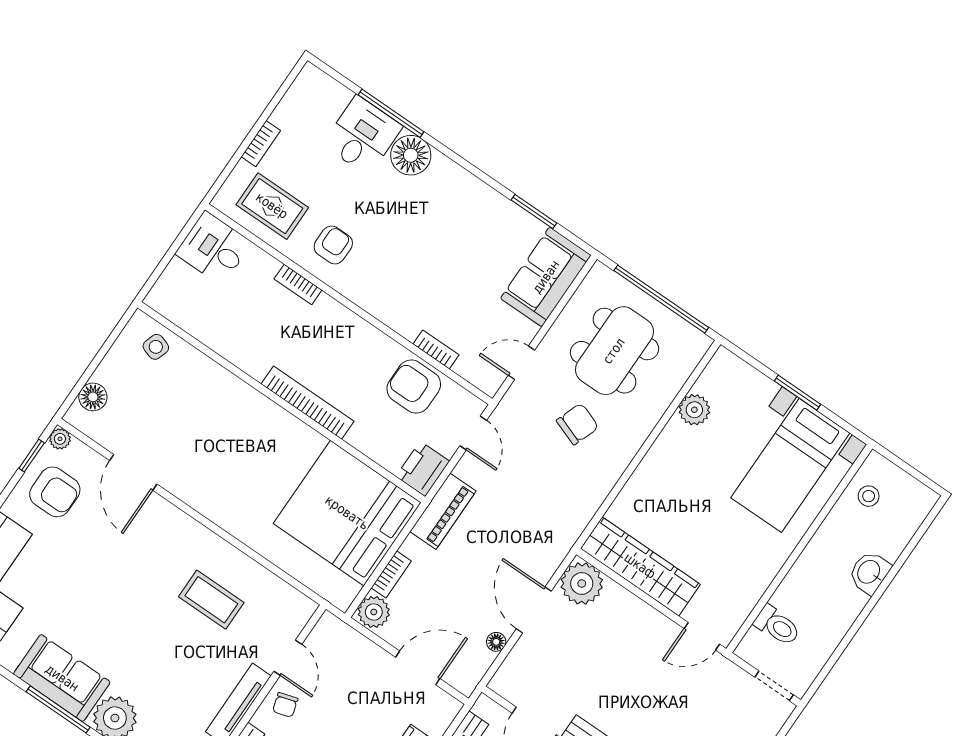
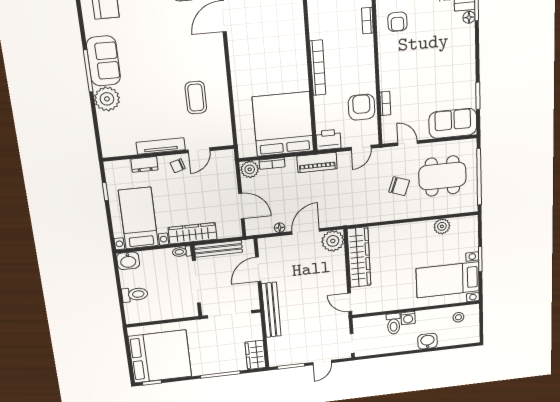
floor lamp: (411, 155) -> (469, 17), width x0.53, depth x0.53
armchair: (333, 245) -> (397, 22), turned 90
washing machine: (804, 572) -> (408, 318), added
toilet: (777, 626) -> (394, 324), moved

